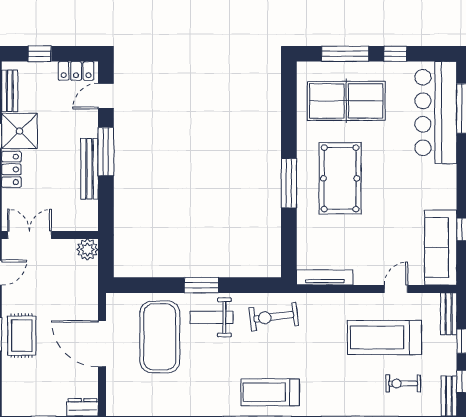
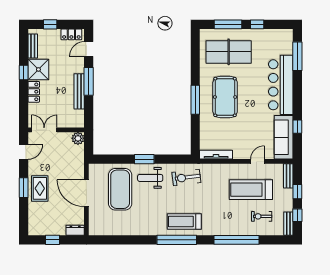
bar counter: (436, 113) -> (281, 85), moved

